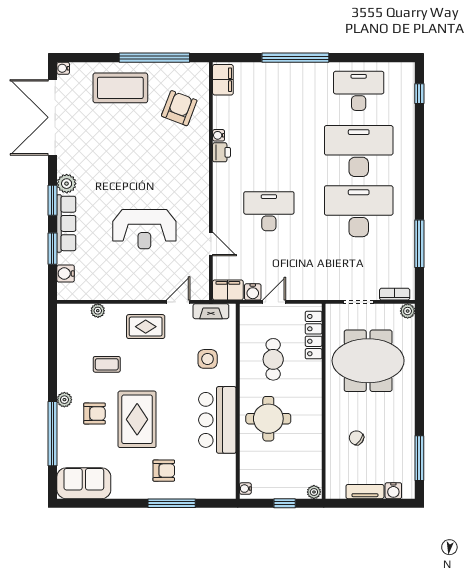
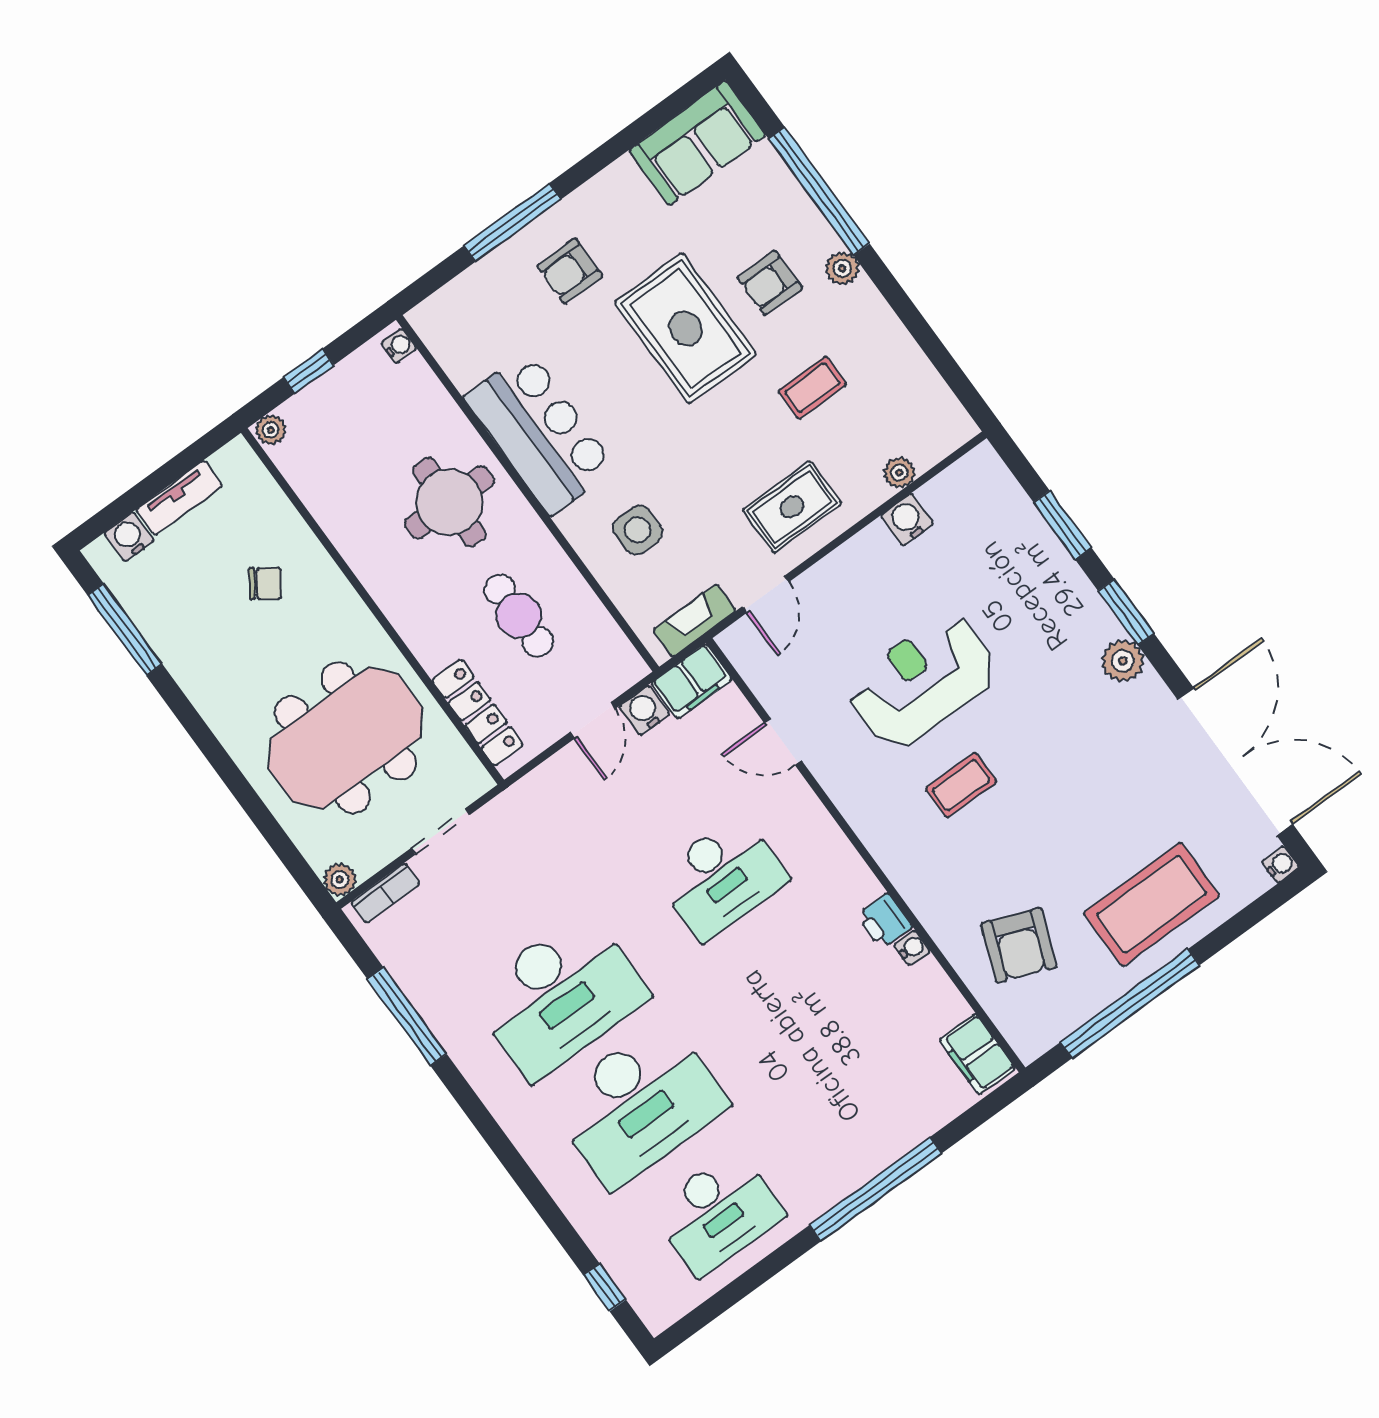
coffee table: (158, 181) -> (961, 785), added
row of seats: (66, 223) -> (1071, 589), removed
water cooler: (66, 274) -> (907, 520), moved, turned -90

